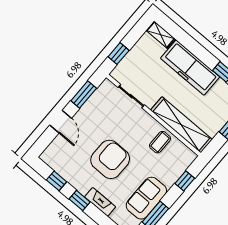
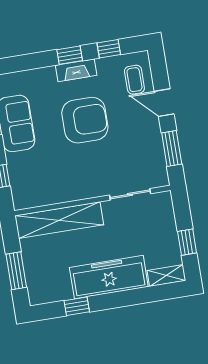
window: (119, 54) -> (187, 242), moved
coffee table: (160, 142) -> (134, 80), moved
armchair: (110, 159) -> (85, 120), turned -90
fireplace: (100, 202) -> (76, 70), moved

